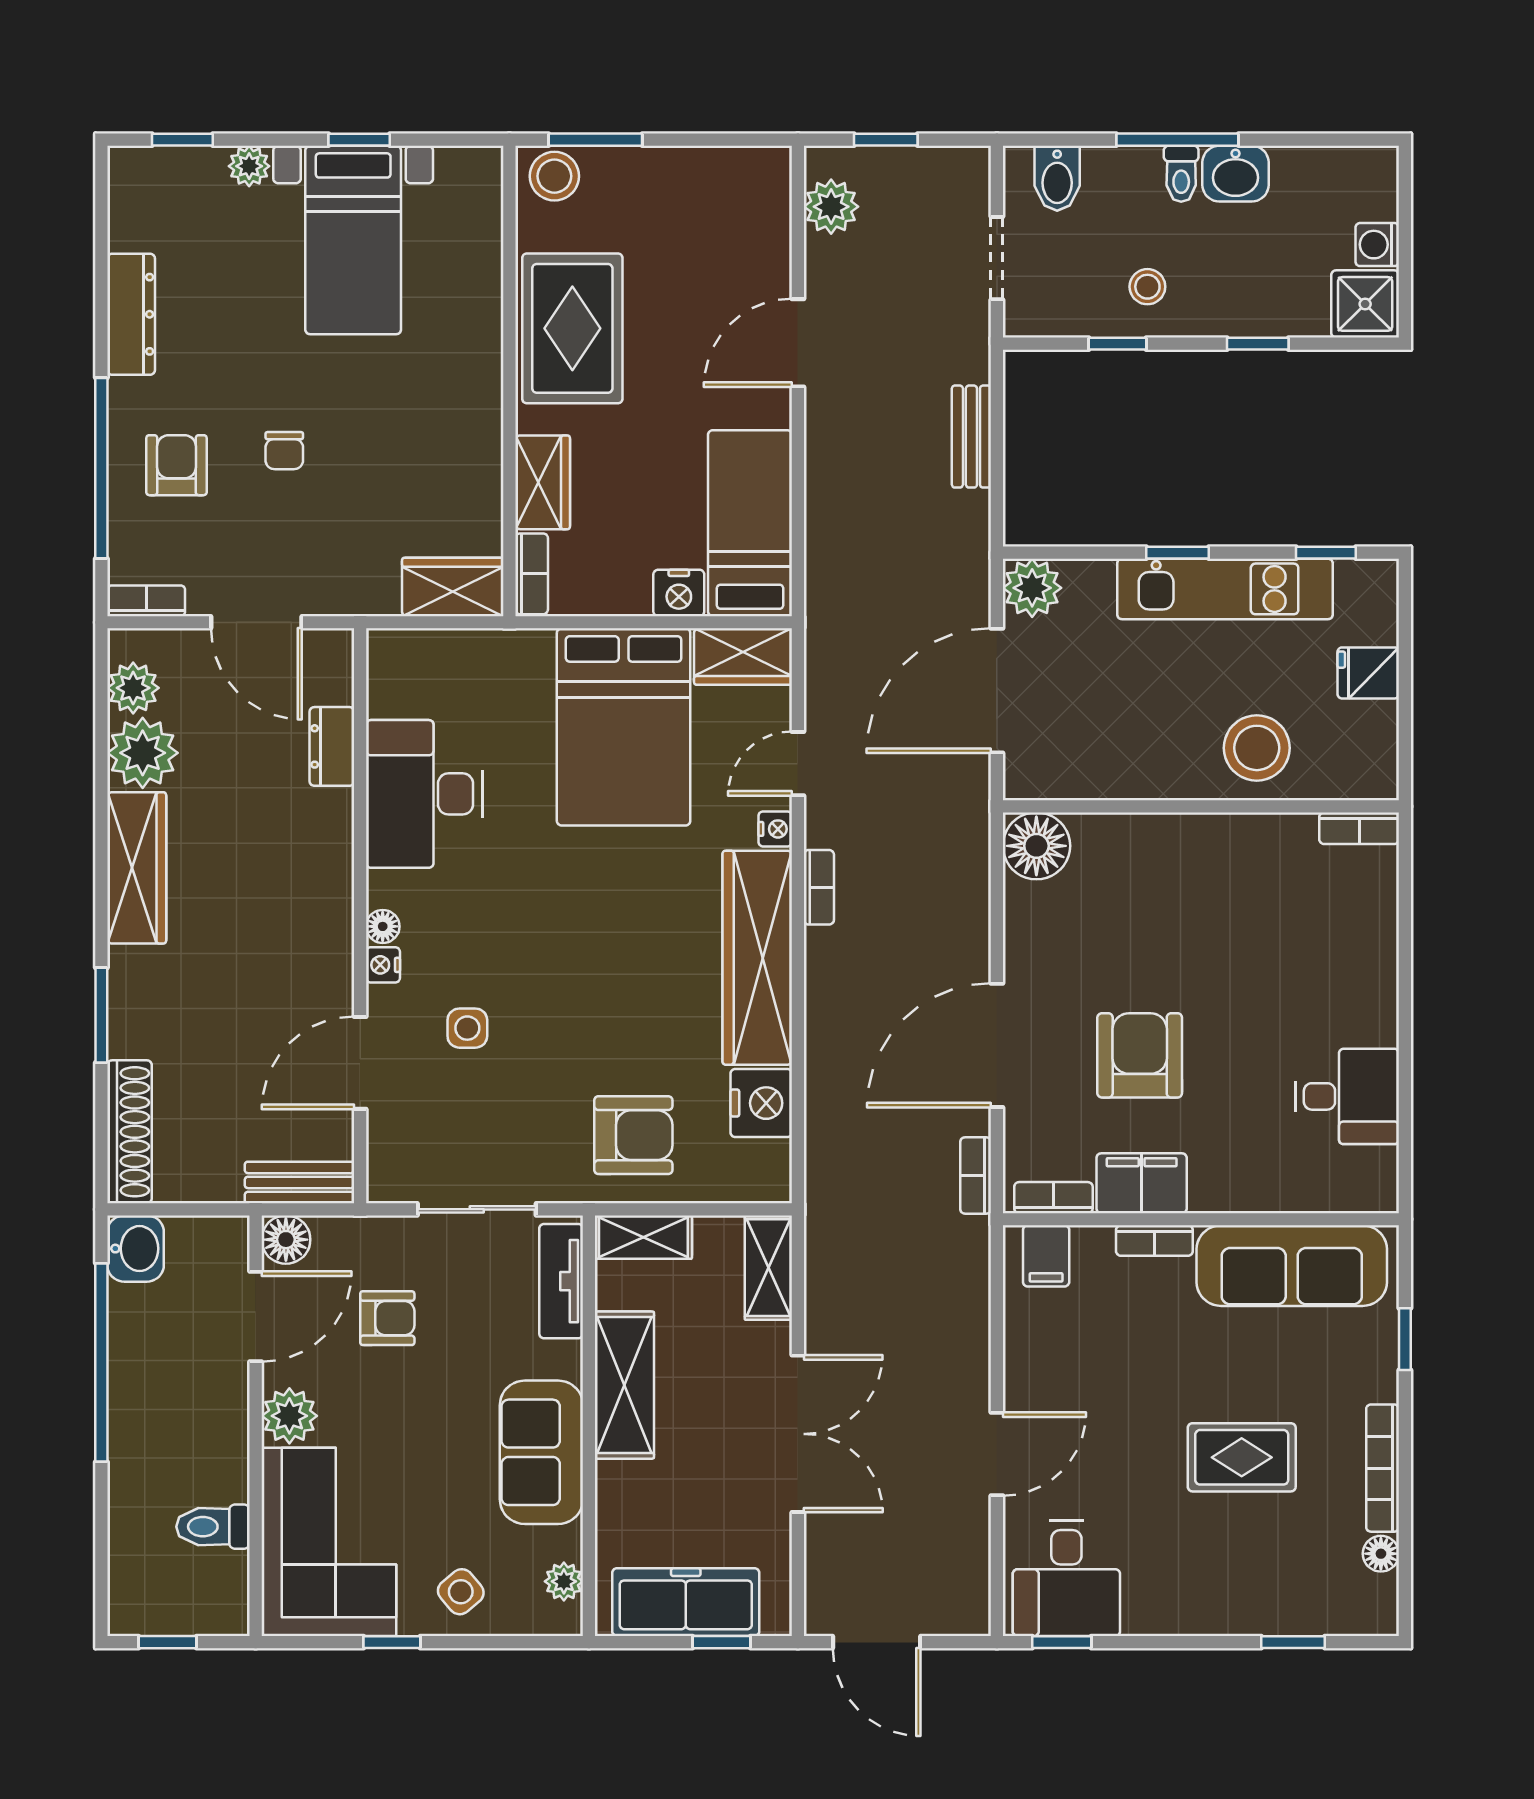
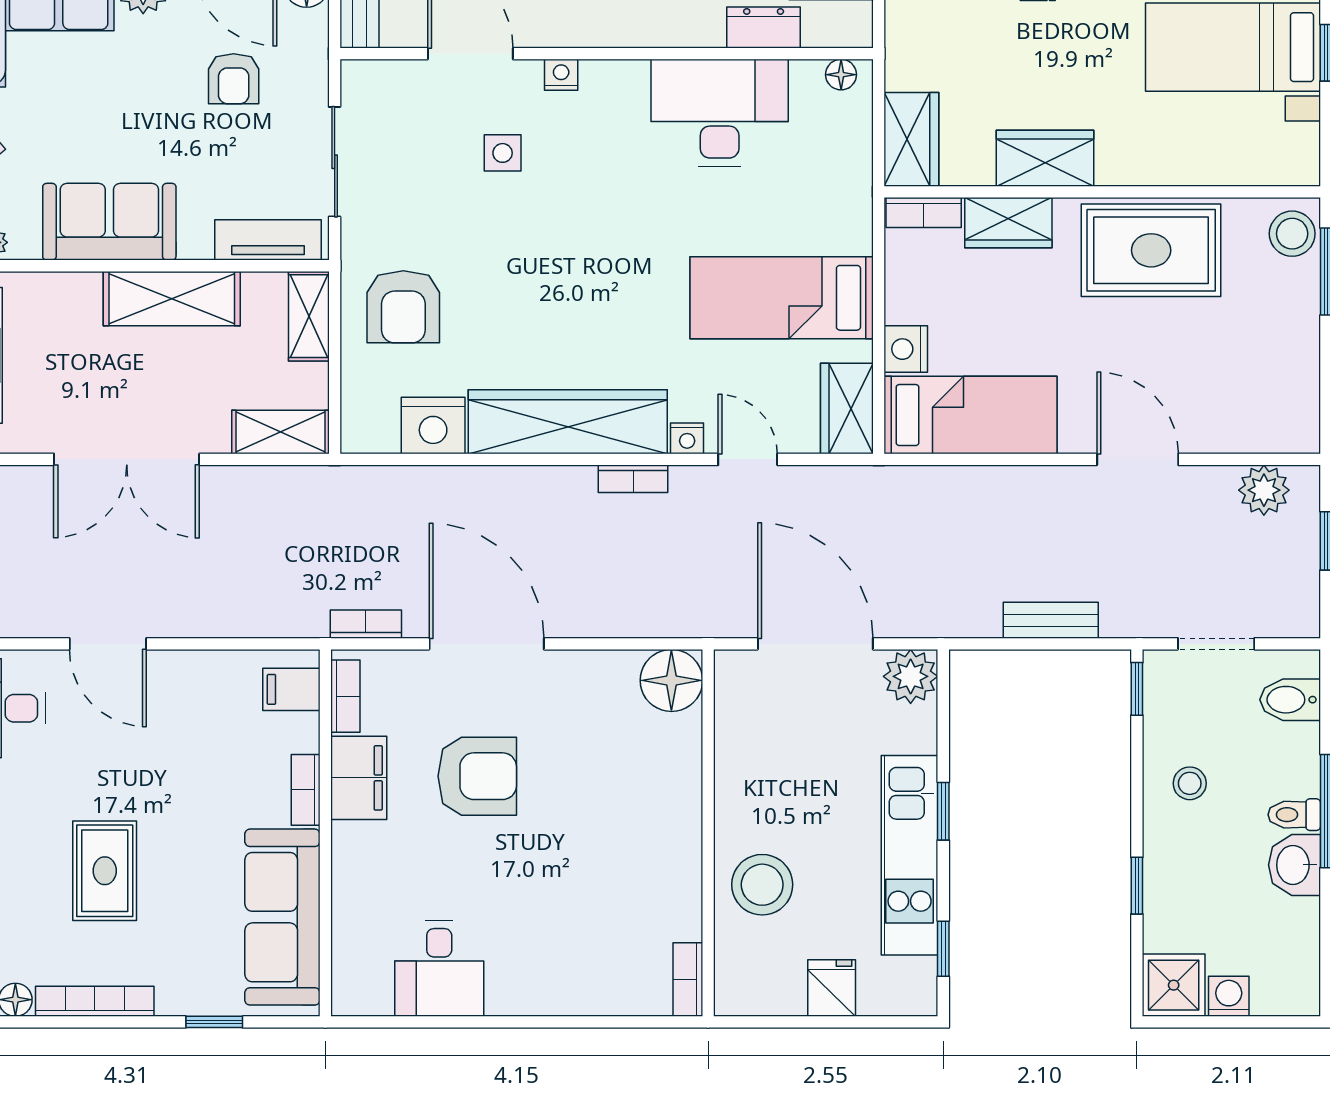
window: (1118, 344) -> (1137, 689), moved
wardrobe: (473, 443) -> (1045, 158), added
bed: (624, 727) -> (782, 298), width x0.67
floor lamp: (383, 926) -> (841, 75), moved

